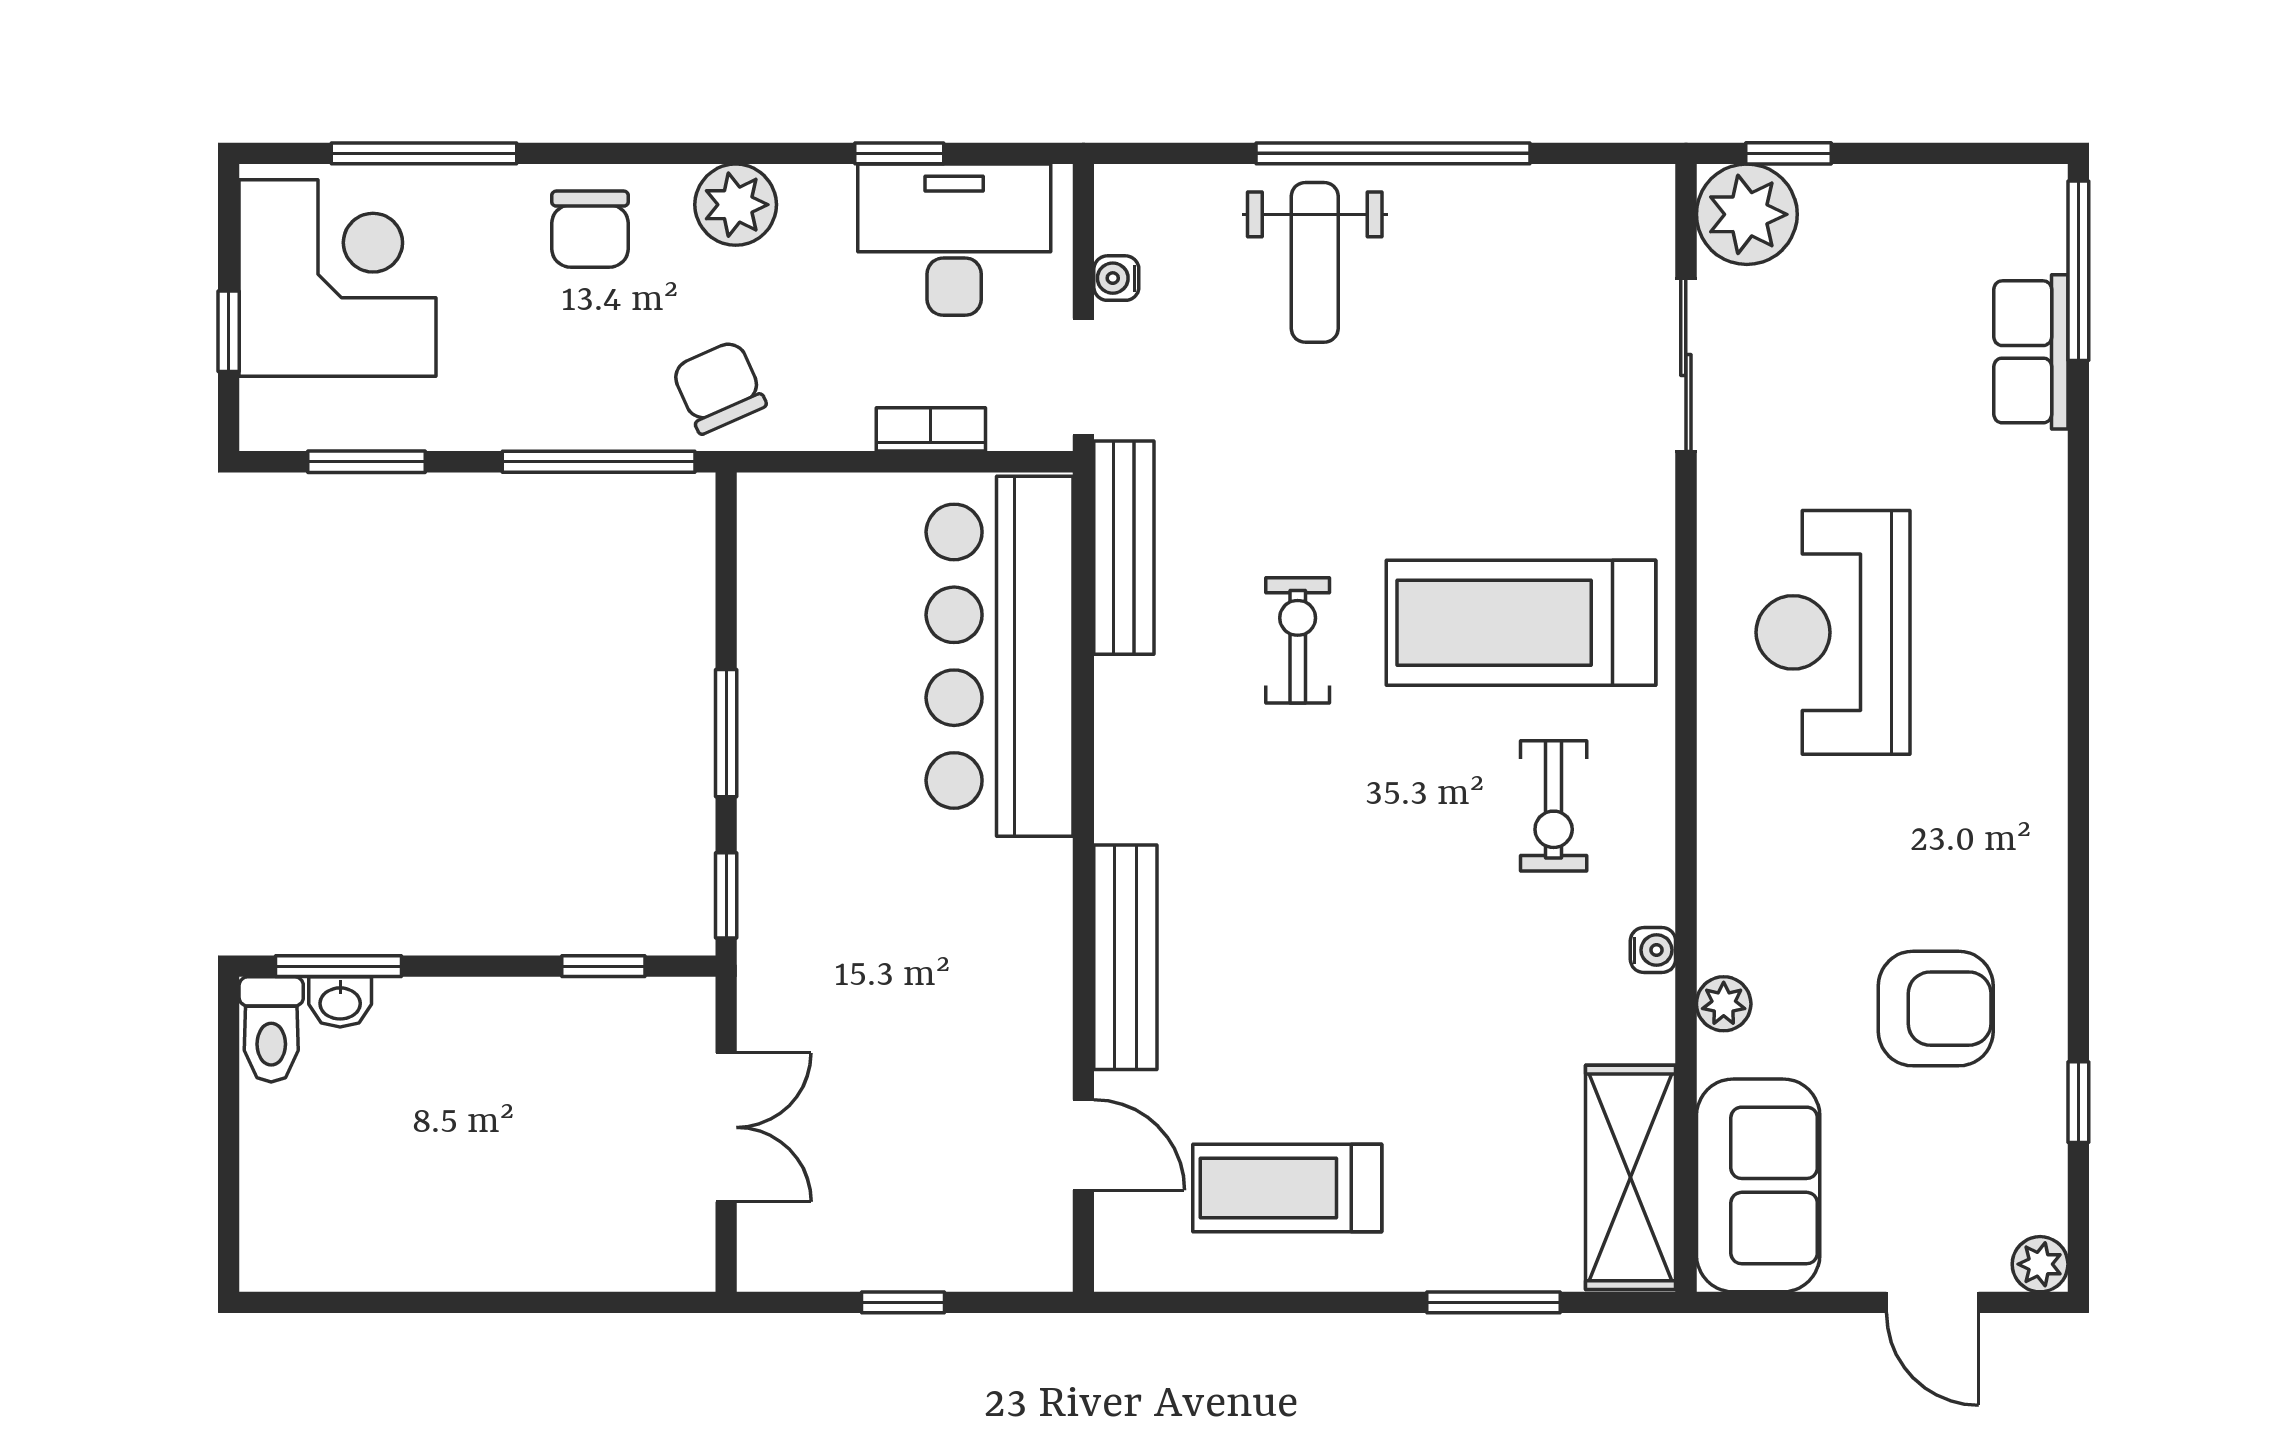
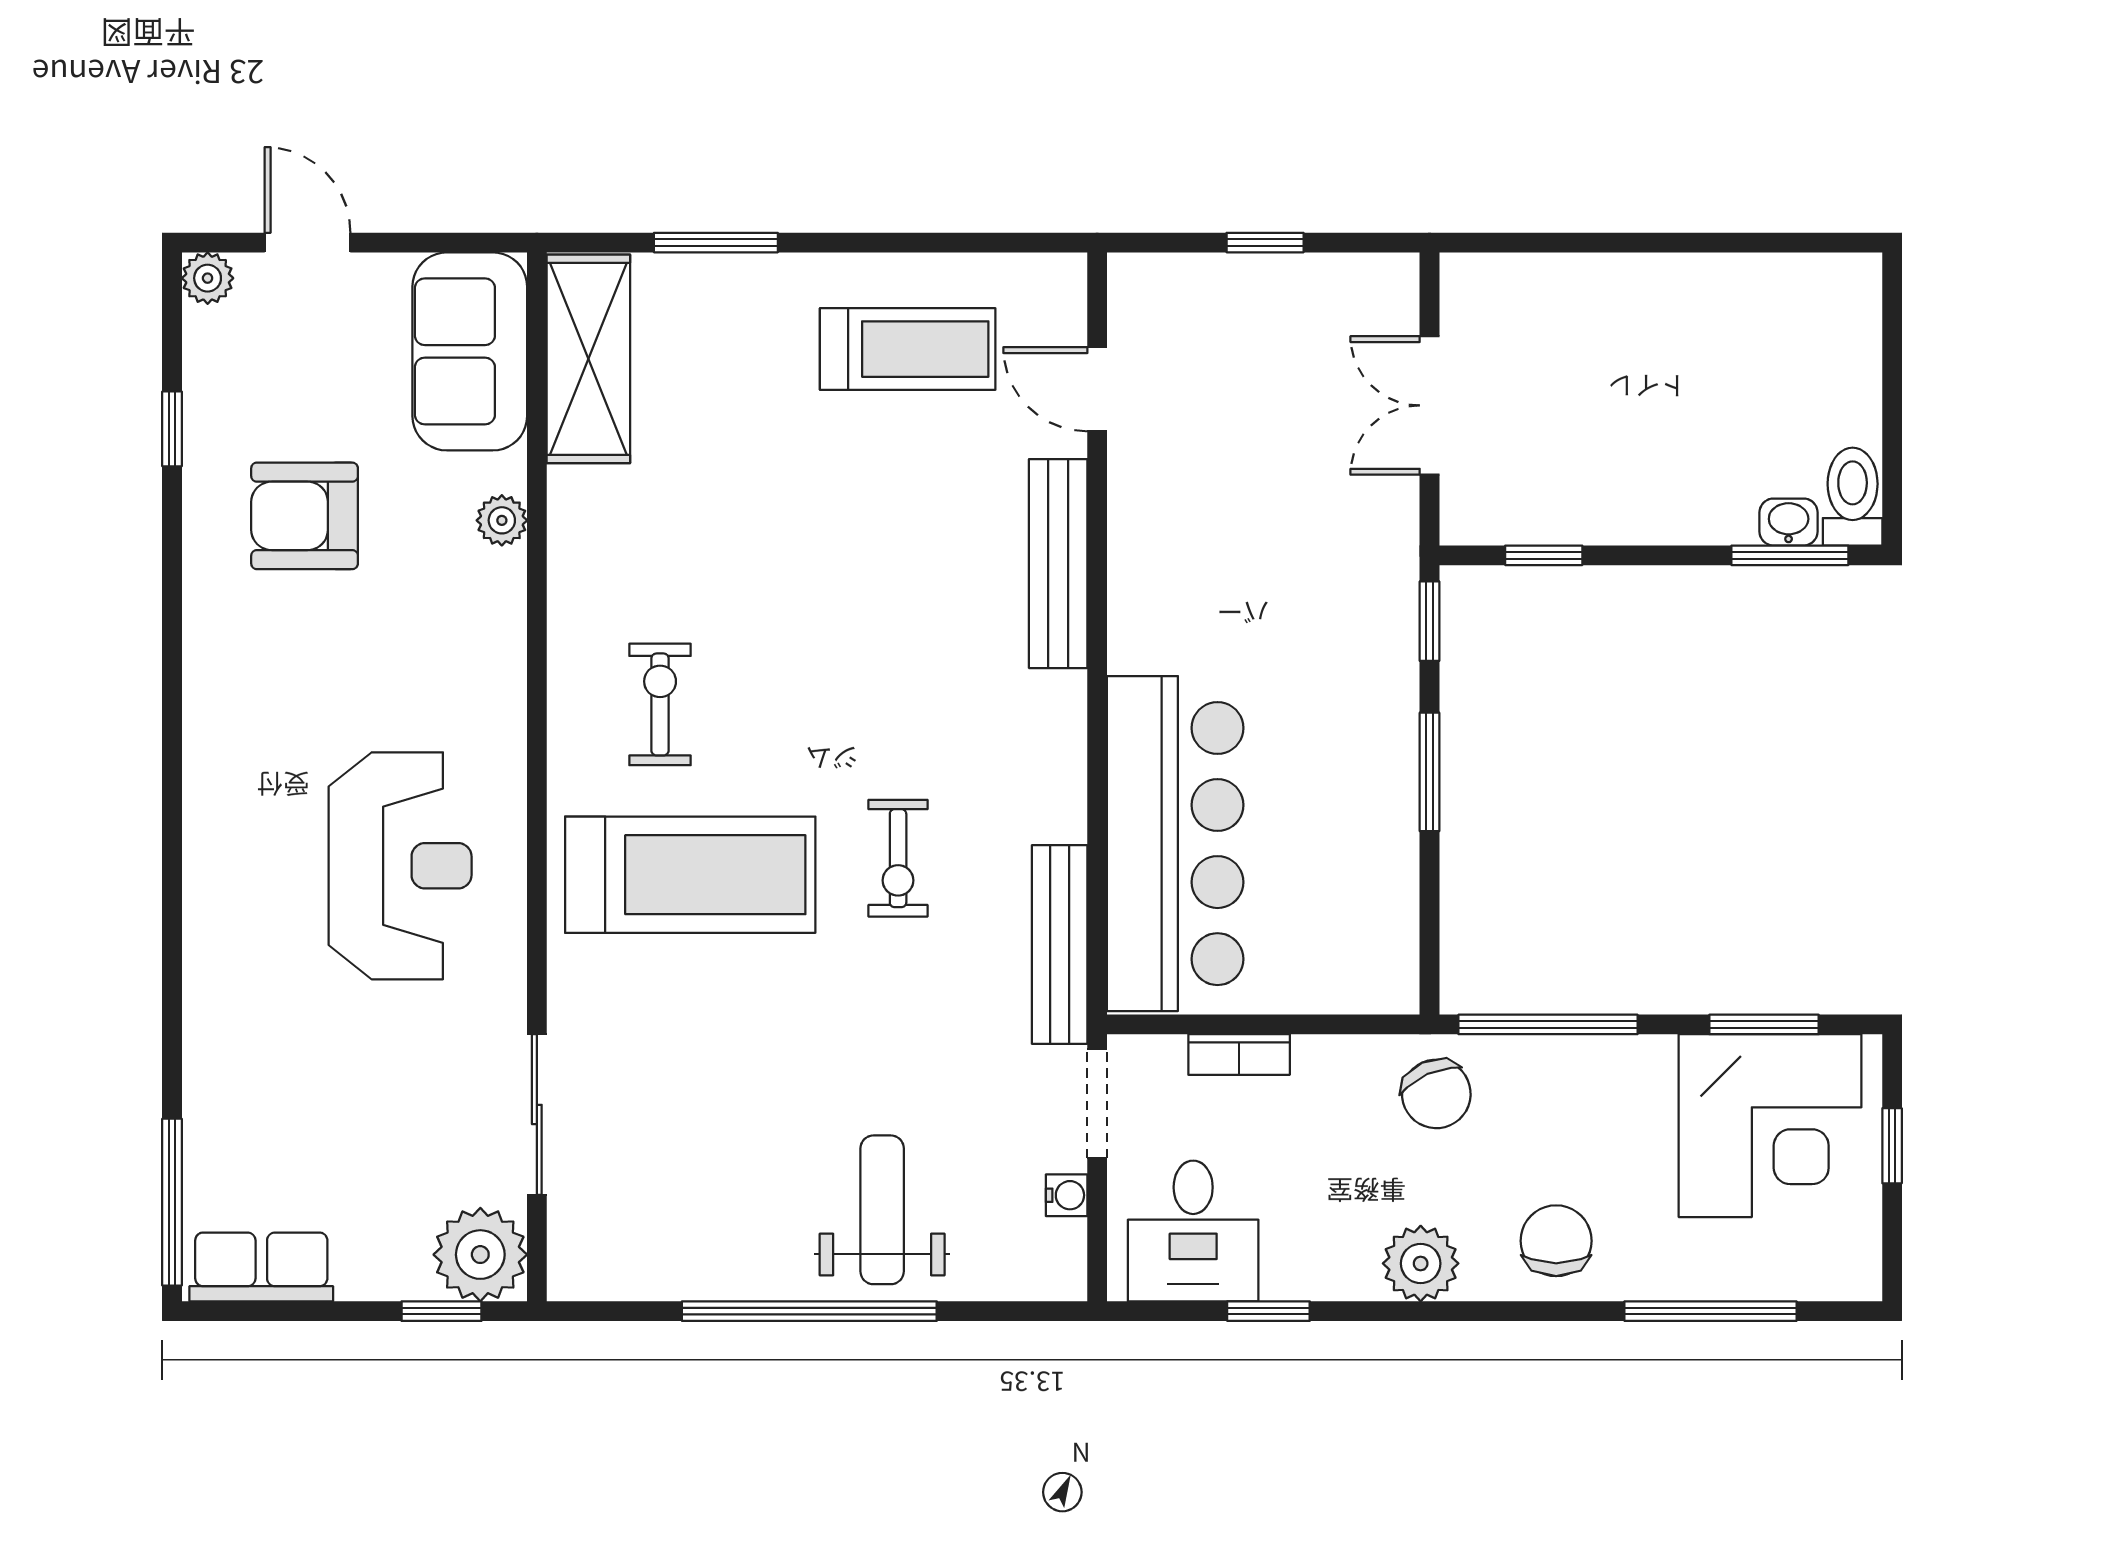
desk: (954, 240) -> (1193, 1231), width x0.73
corner desk: (338, 278) -> (1770, 1126), moved, turned -90
row of seats: (2031, 352) -> (261, 1267), moved, turned -90
water cooler: (1653, 950) -> (568, 570), removed

